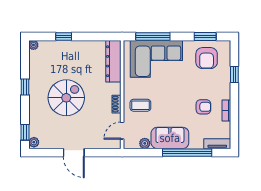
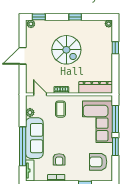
window: (205, 36) -> (115, 147), moved
sofa: (170, 138) -> (34, 138), width x1.36

